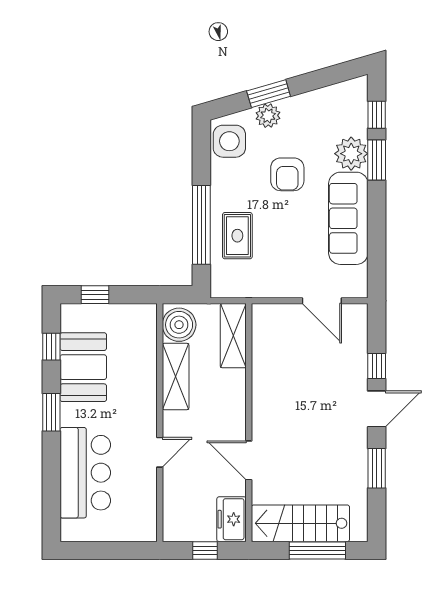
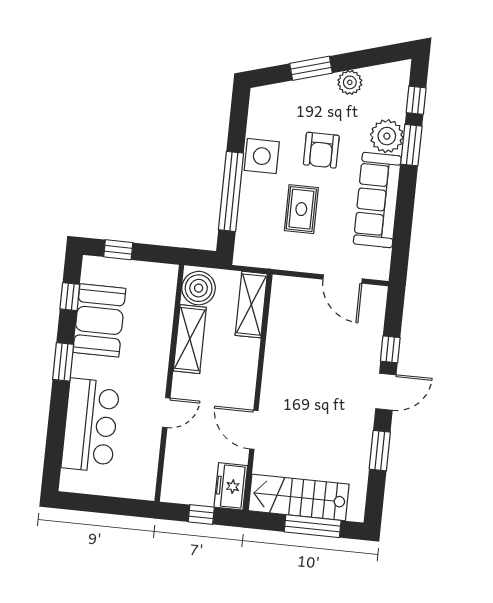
plant: (268, 116) -> (350, 82), moved
side table: (229, 141) -> (262, 156), moved
rug: (237, 236) -> (301, 209), moved

